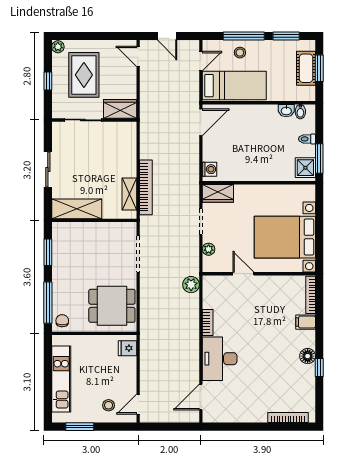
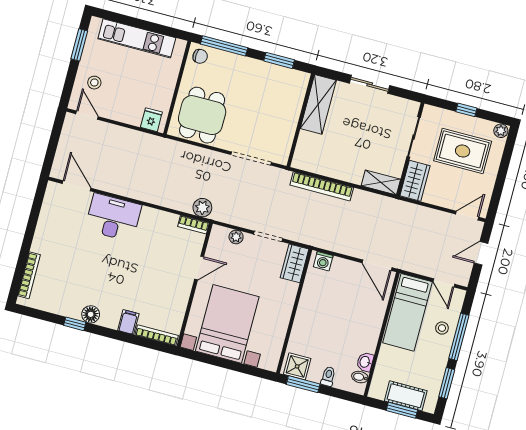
shelving: (129, 194) -> (381, 182), moved
bookcase: (208, 322) -> (193, 225), moved

